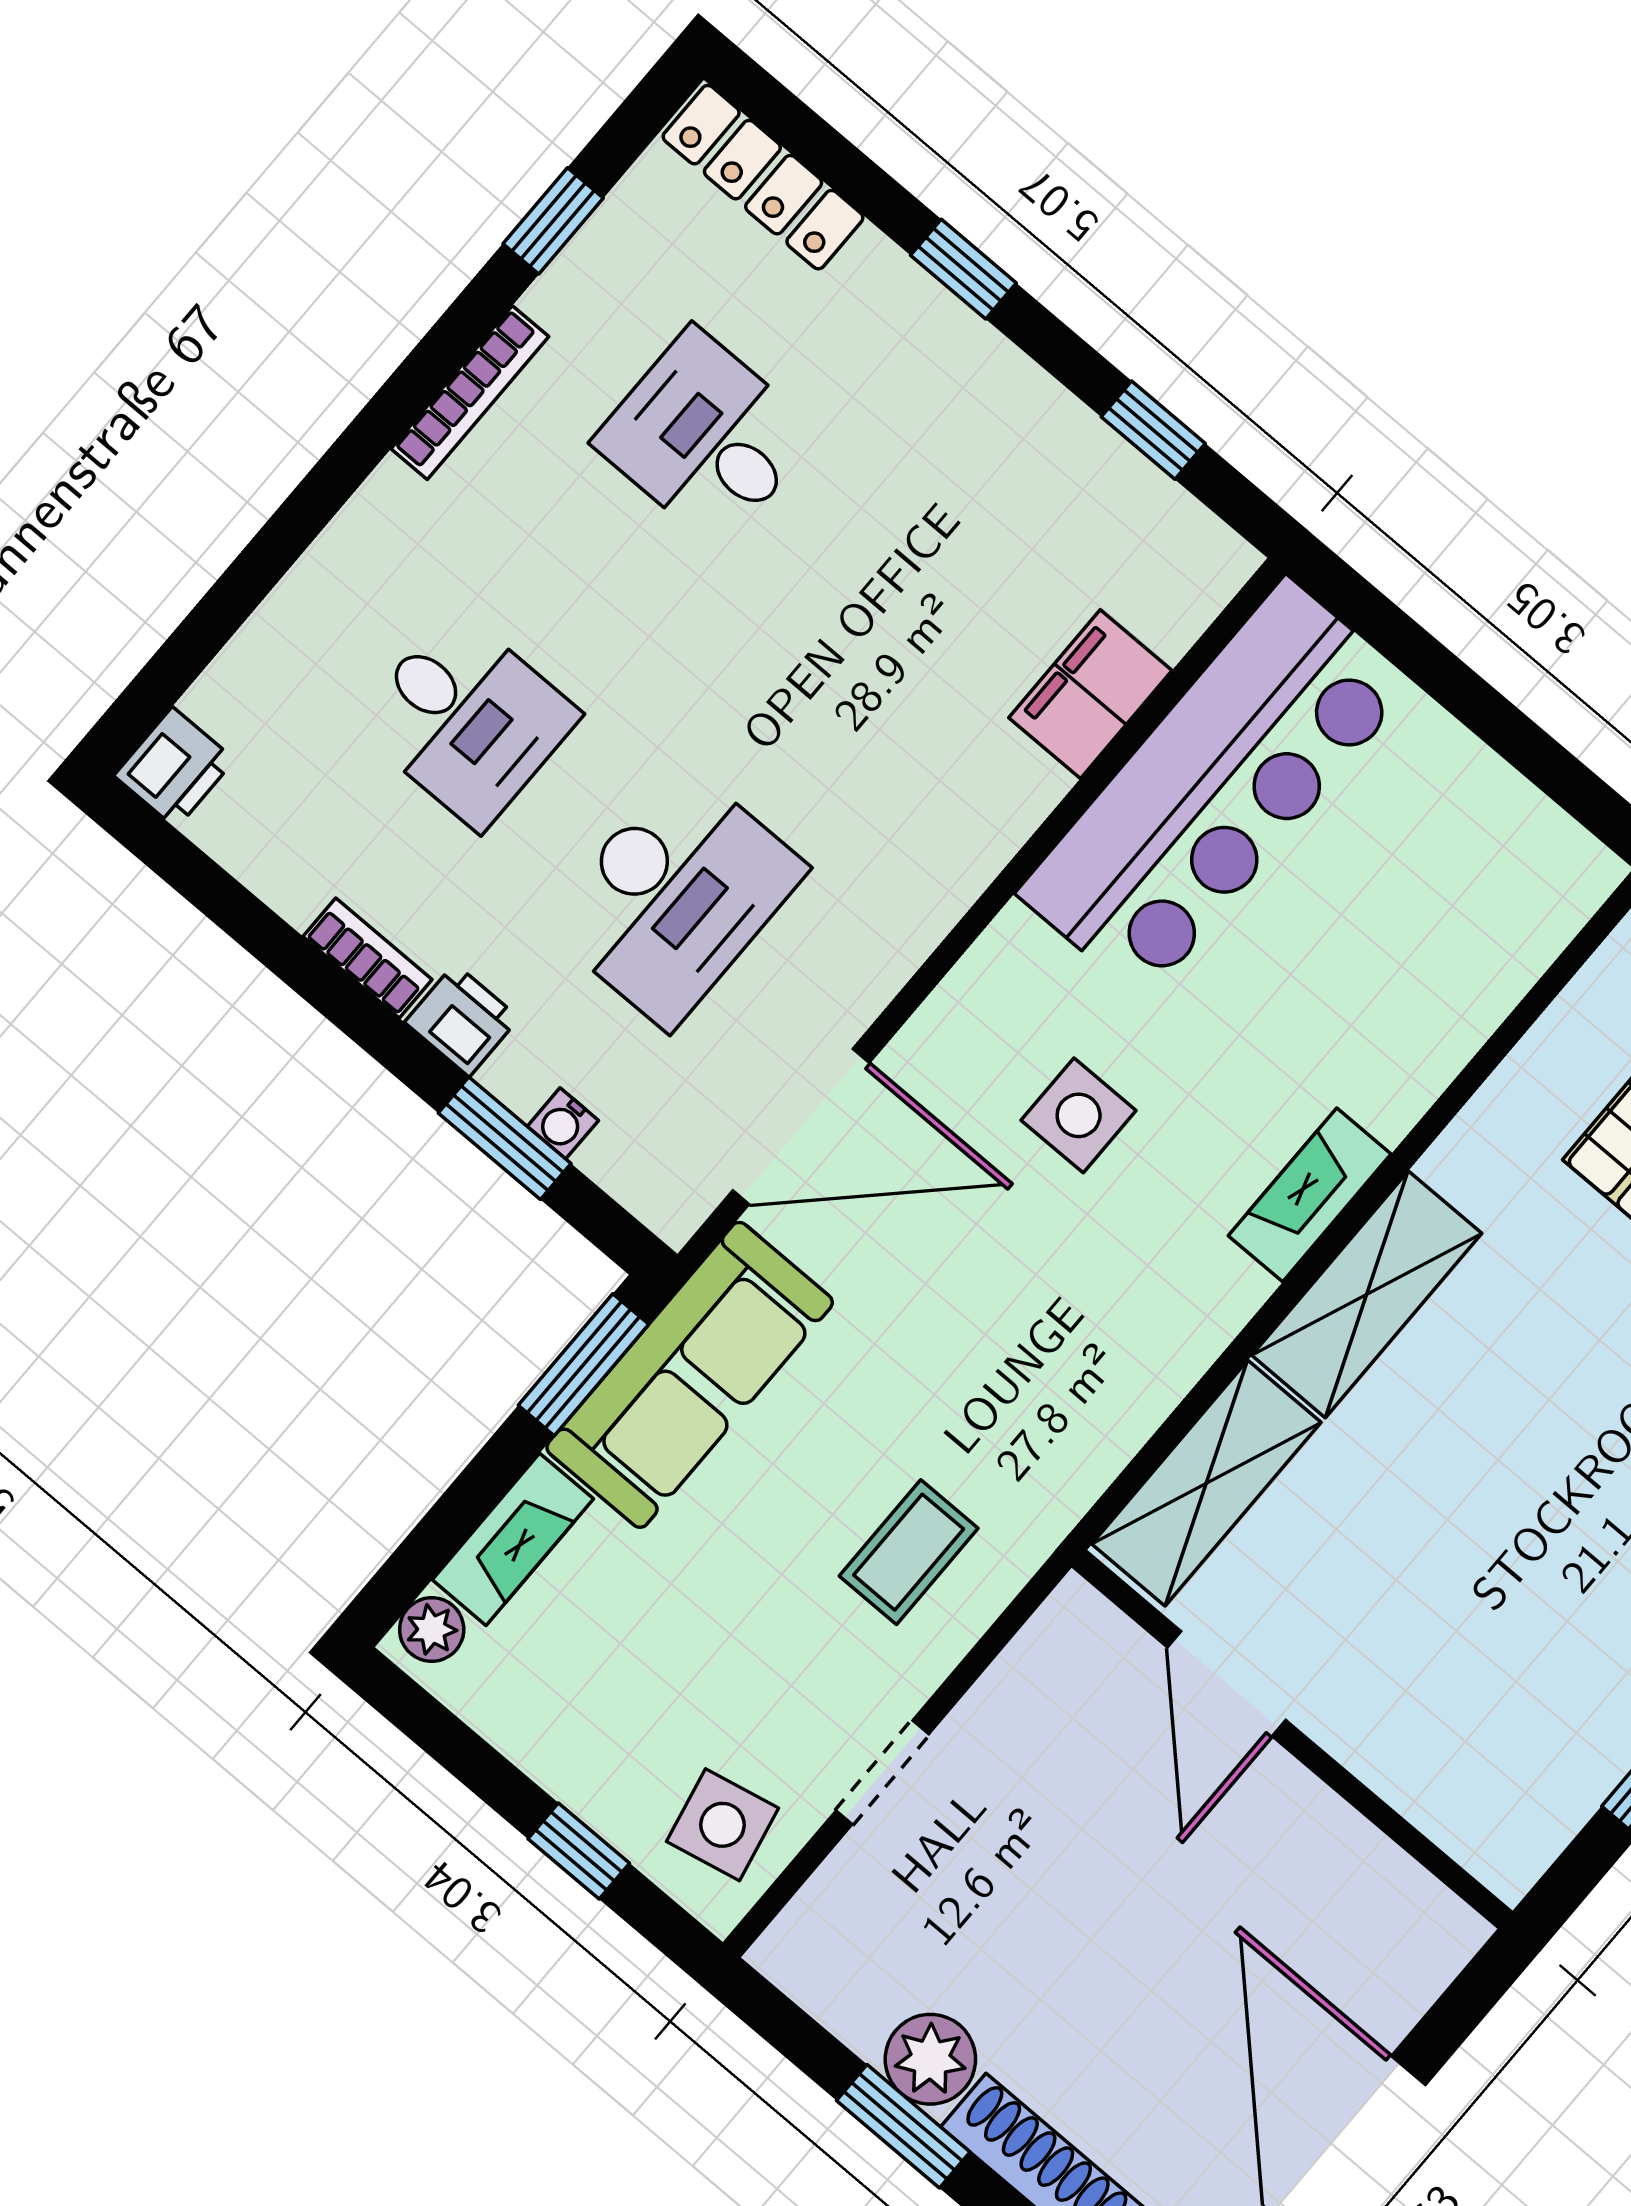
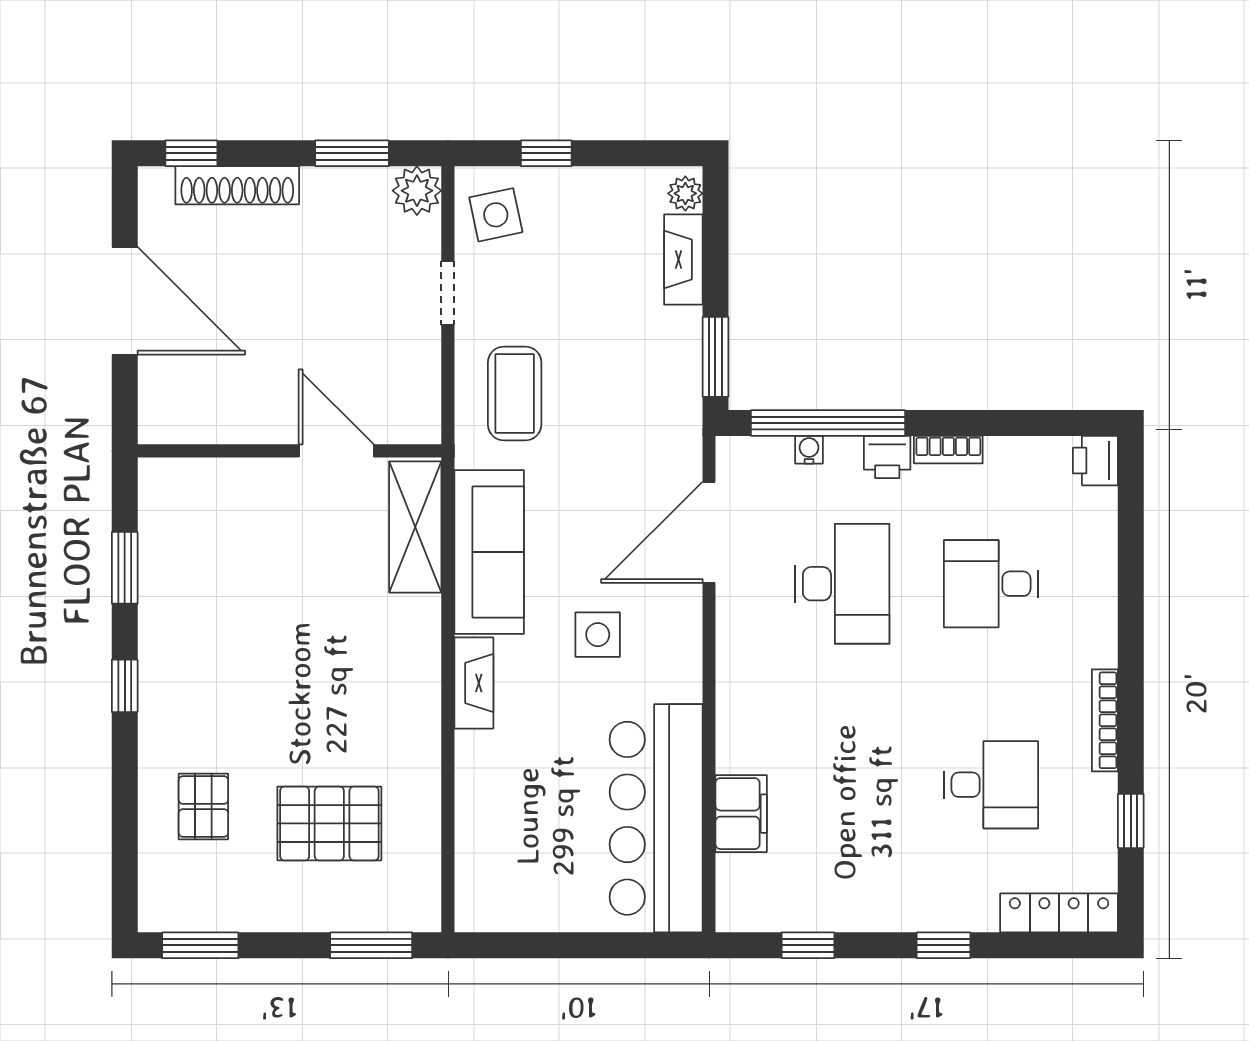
desk: (675, 896) -> (842, 584), turned 180
window: (505, 1138) -> (828, 423), width x2.11
shelving: (1367, 1294) -> (415, 662), removed
sofa: (690, 1375) -> (489, 552), moved, turned 180
coffee table: (909, 1552) -> (515, 394), width x1.36, depth x1.30
plant: (930, 2059) -> (417, 191), moved
window: (903, 2126) -> (352, 153), moved

